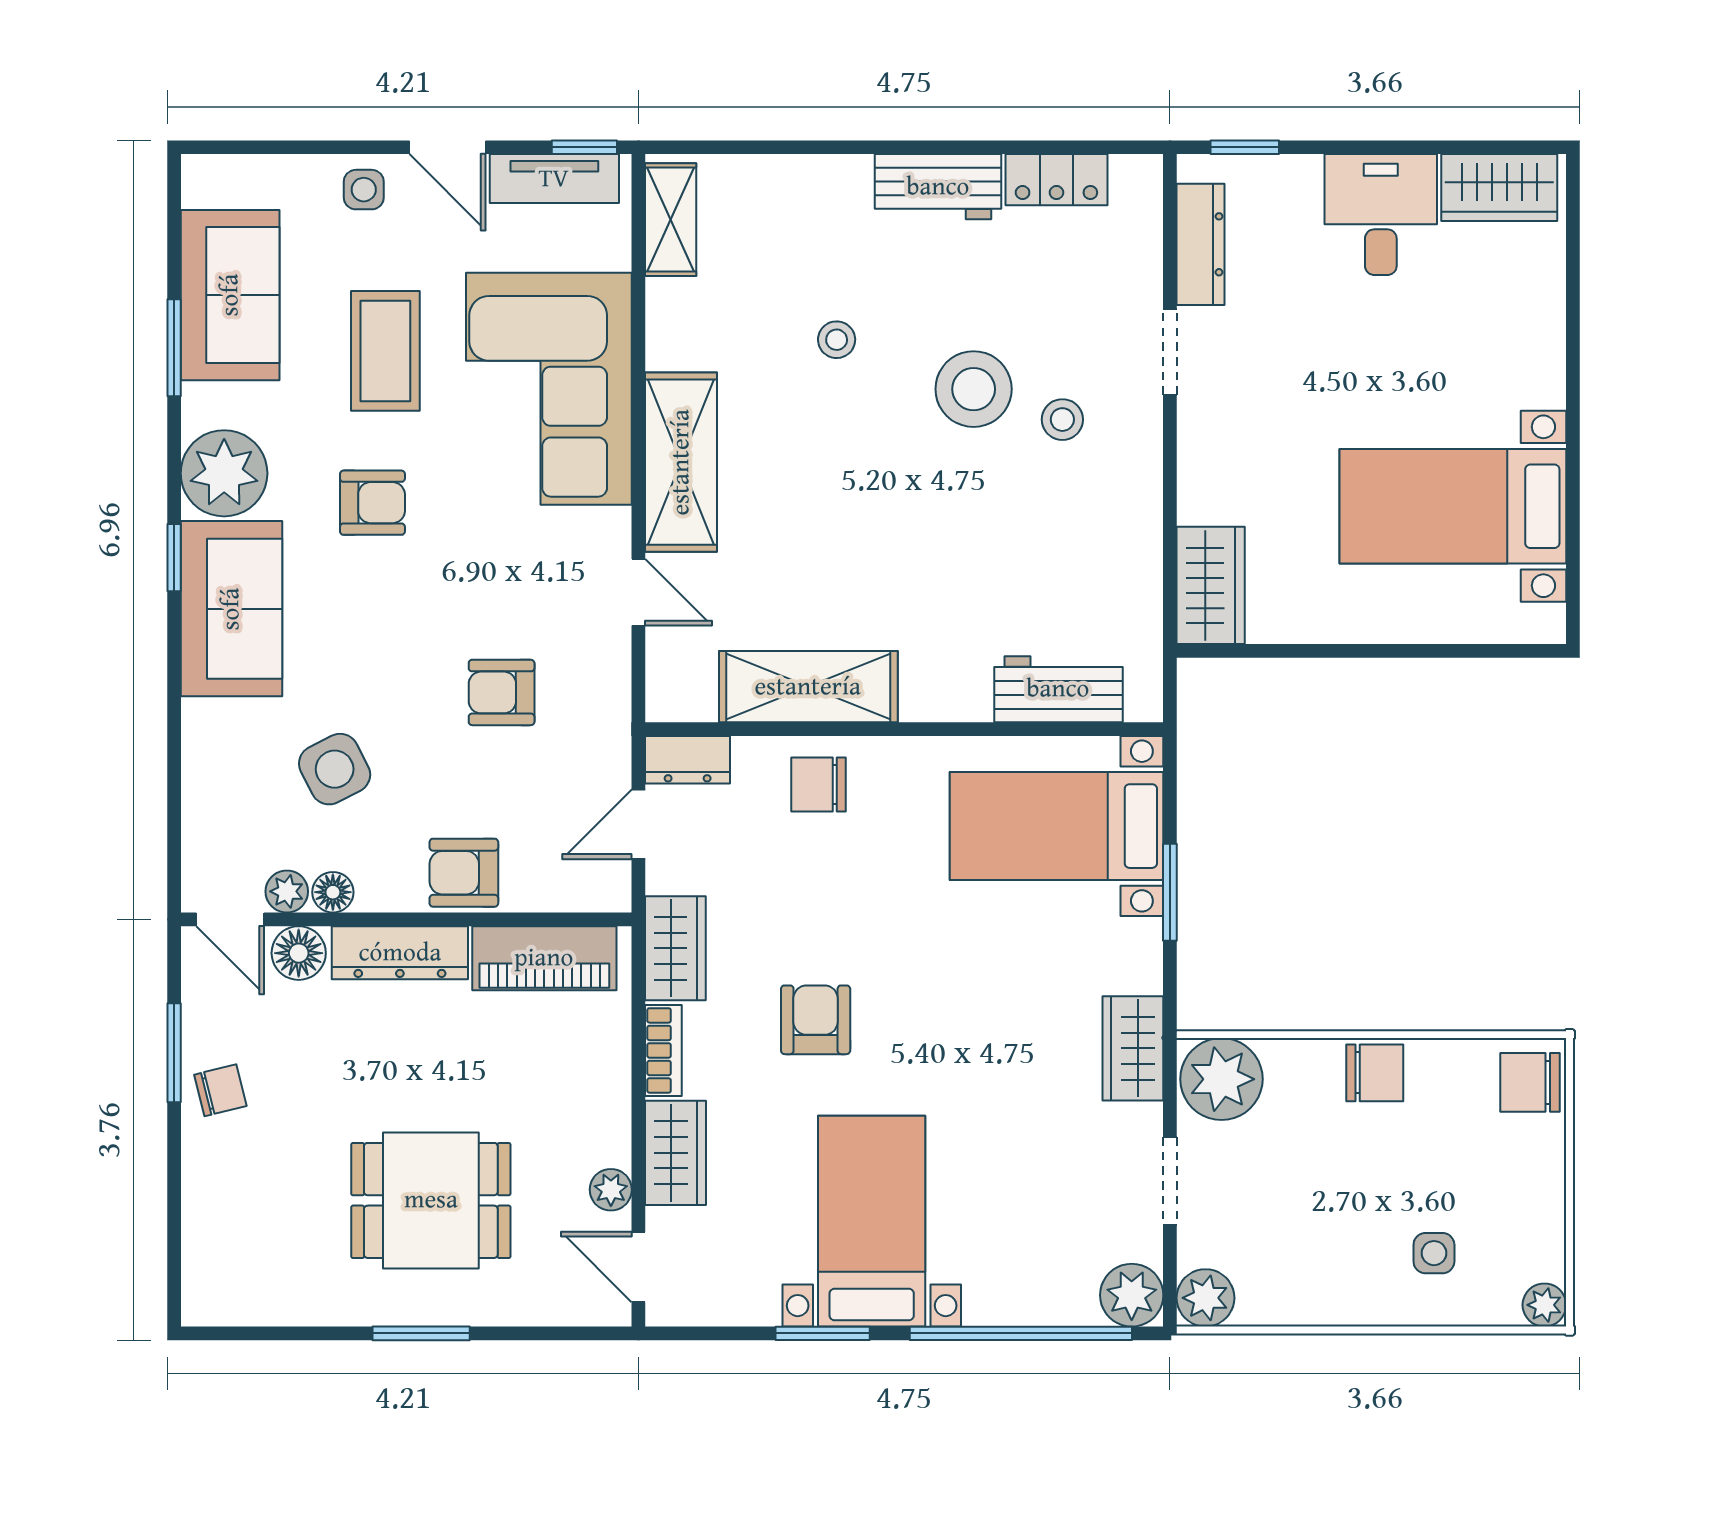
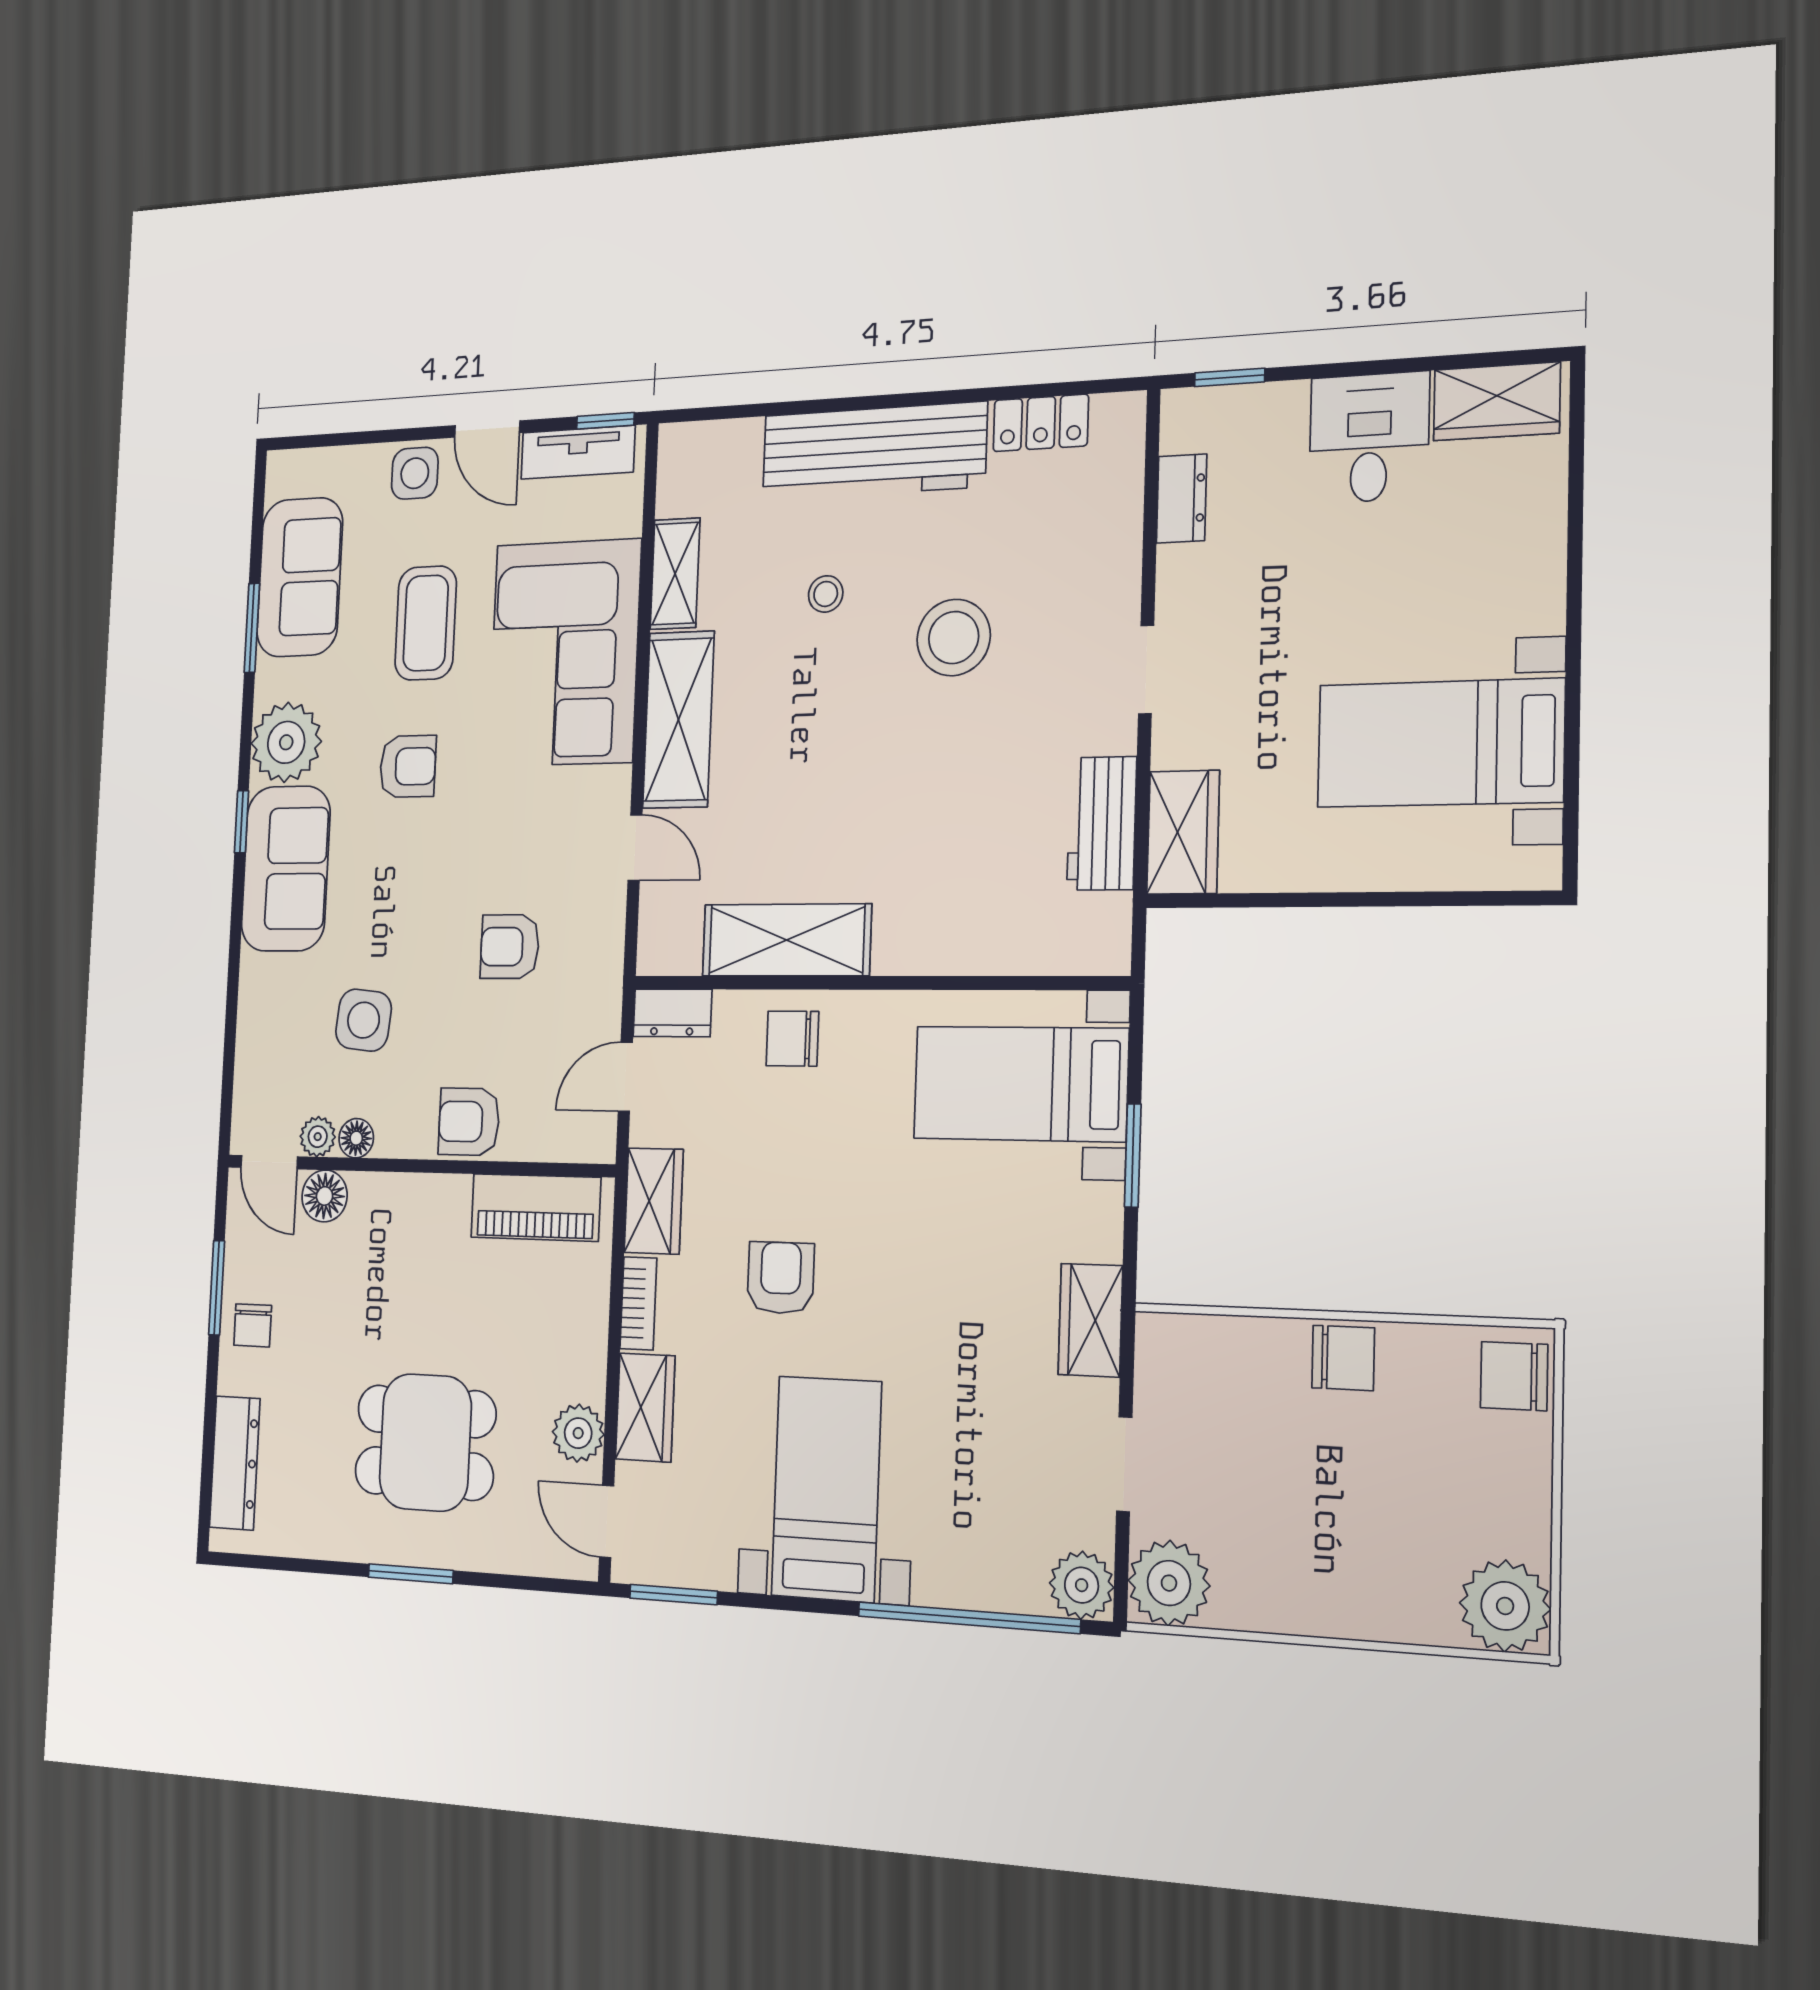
workbench: (938, 187) -> (874, 451), width x1.88, depth x1.32
side table: (364, 190) -> (415, 473), width x1.37, depth x1.37
shelving: (671, 220) -> (675, 574), moved
dresser: (1200, 244) -> (1181, 499), width x0.70
doorway: (1170, 352) -> (1146, 670), moved
stool: (1062, 420) -> (1039, 665), removed
workbench: (1058, 689) -> (1102, 823), moved, turned -90
side table: (335, 769) -> (364, 1020), turned 33
dresser: (400, 953) -> (235, 1463), moved, turned -90
plant: (1221, 1079) -> (1180, 1357), removed
chair: (220, 1090) -> (253, 1325), turned 104
plant: (611, 1190) -> (578, 1433), width x1.38, depth x1.38
side table: (1434, 1253) -> (1404, 1562), removed
plant: (1206, 1298) -> (1169, 1583), width x1.36, depth x1.36
plant: (1544, 1305) -> (1505, 1606), width x1.87, depth x1.87
window: (823, 1333) -> (674, 1595), moved

